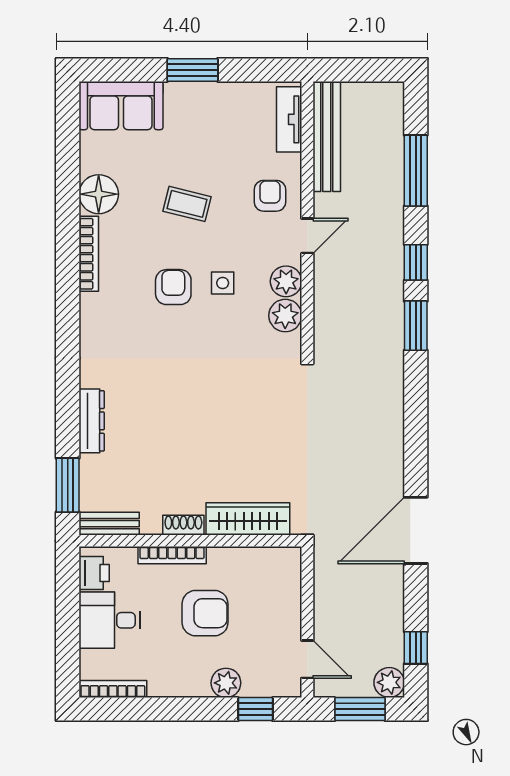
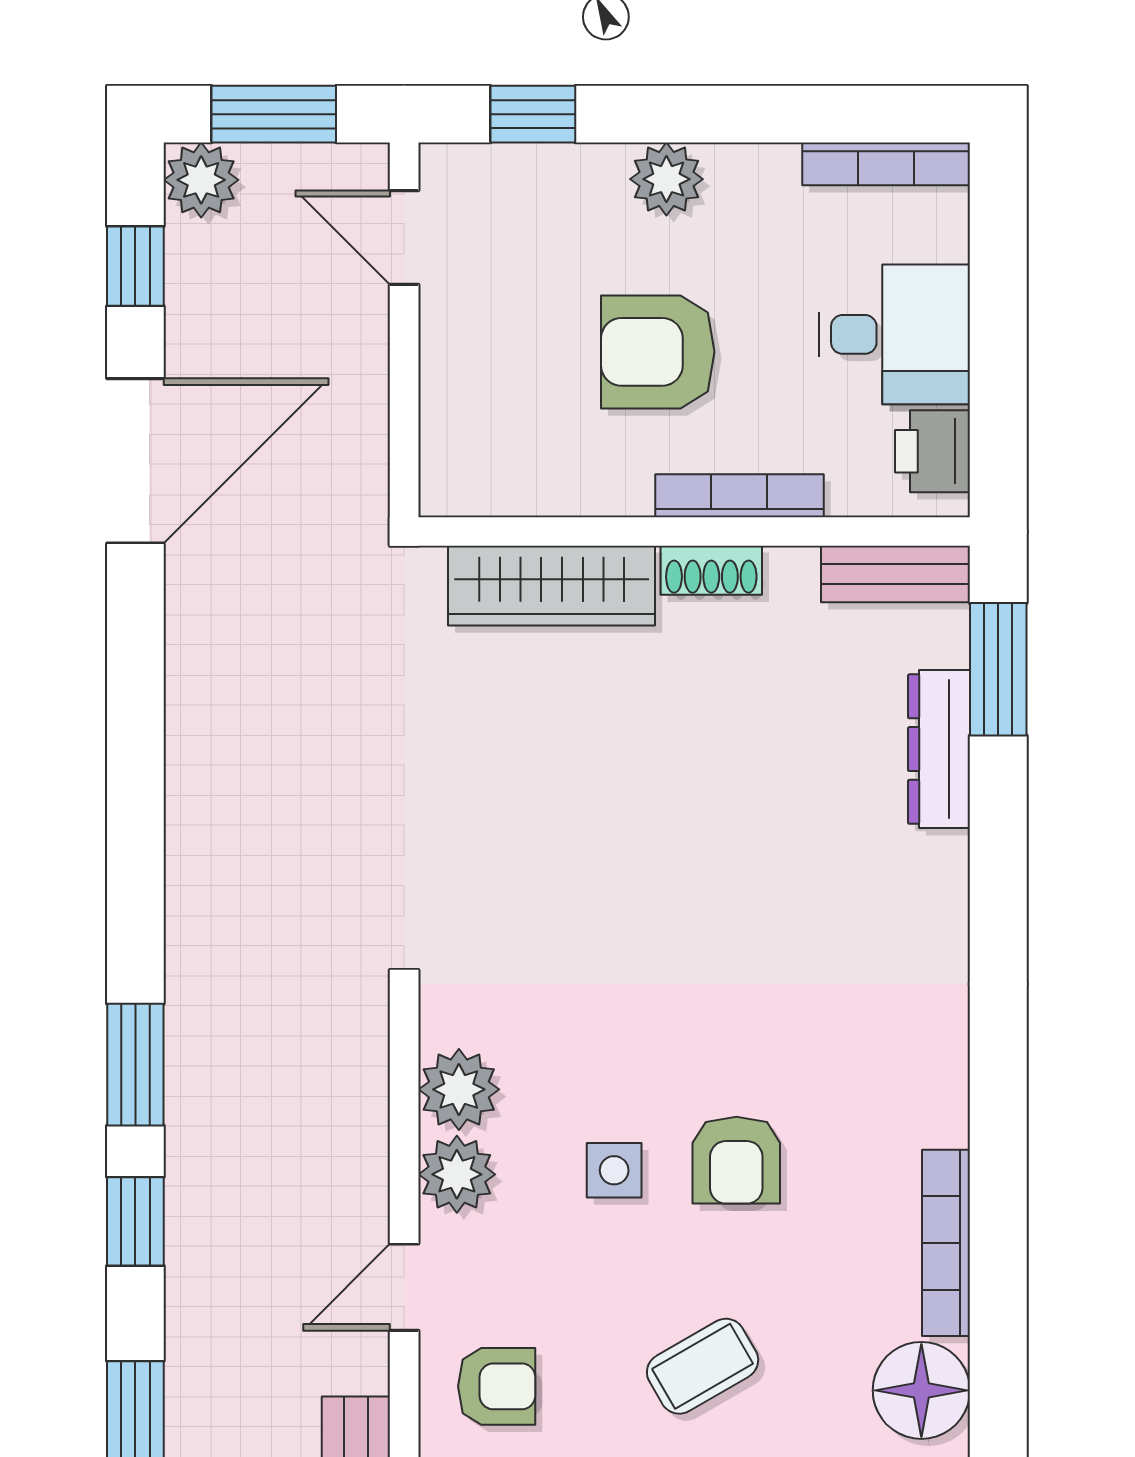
armchair: (270, 196) -> (497, 1386), turned -90
coffee table: (187, 204) -> (703, 1366), turned -44
dresser: (92, 421) -> (939, 749), moved
door: (416, 530) -> (135, 461), moved
plant: (226, 683) -> (666, 179), moved

